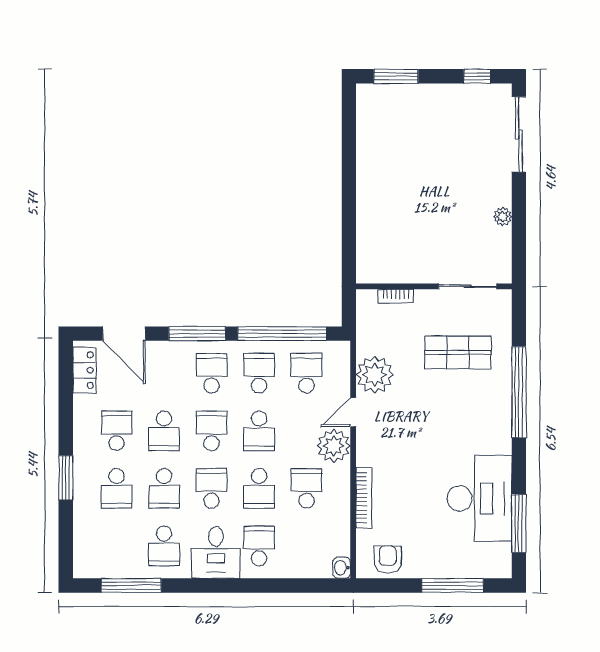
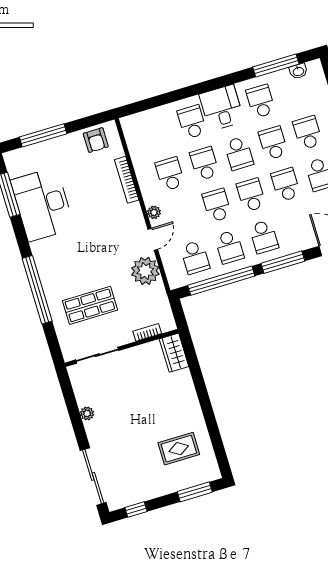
rug: (400, 137) -> (179, 449), added
wardrobe: (369, 260) -> (174, 353), added
school desk: (212, 431) -> (251, 195), turned 180
plant: (334, 446) -> (154, 212), width x0.53, depth x0.53
school desk: (307, 488) -> (170, 174), turned 180
school desk: (259, 546) -> (192, 122), turned 180
washbasin: (342, 568) -> (298, 71), moved, turned 90

